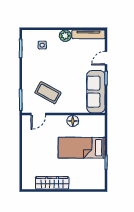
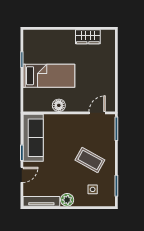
coffee table: (48, 93) -> (90, 160), moved
wardrobe: (52, 183) -> (88, 37), width x0.67

